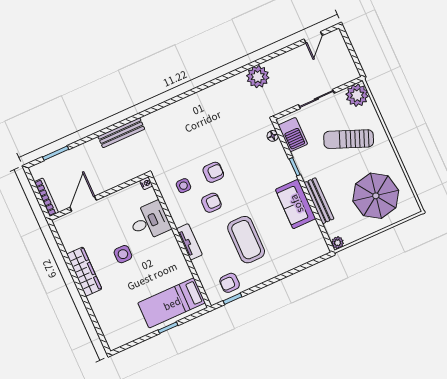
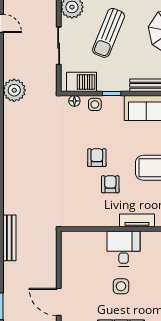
armchair: (213, 172) -> (97, 158), moved
nightstand: (146, 183) -> (66, 236), removed
side table: (183, 186) -> (95, 104), moved
desk: (149, 221) -> (124, 249), moved

